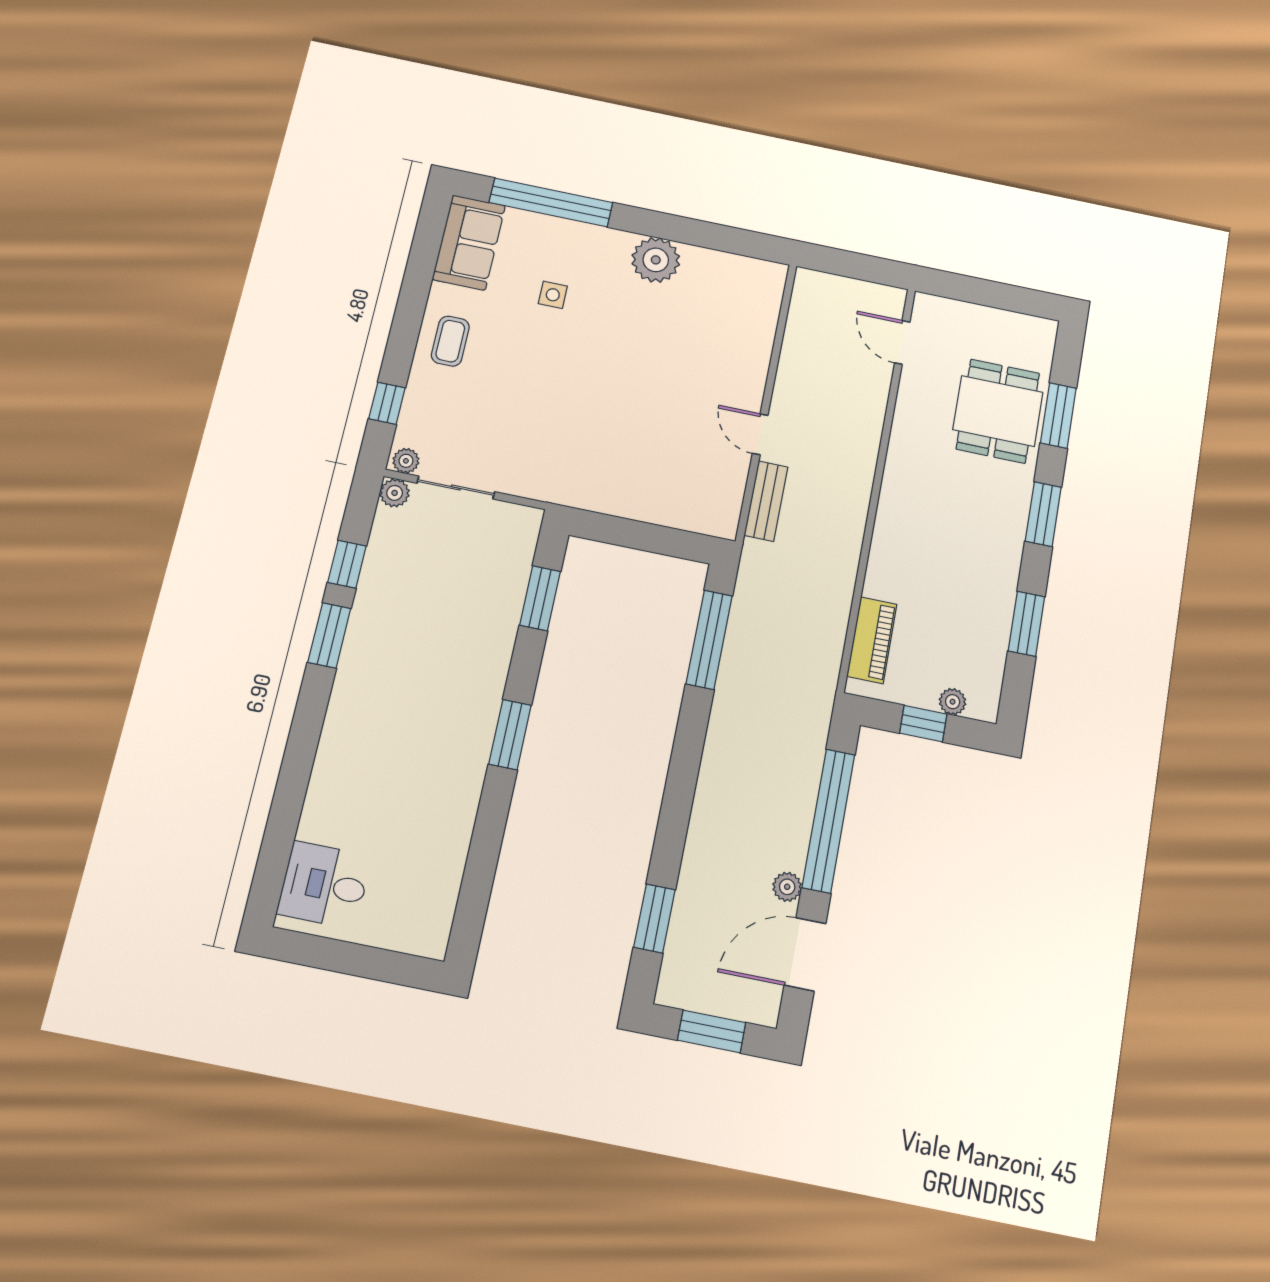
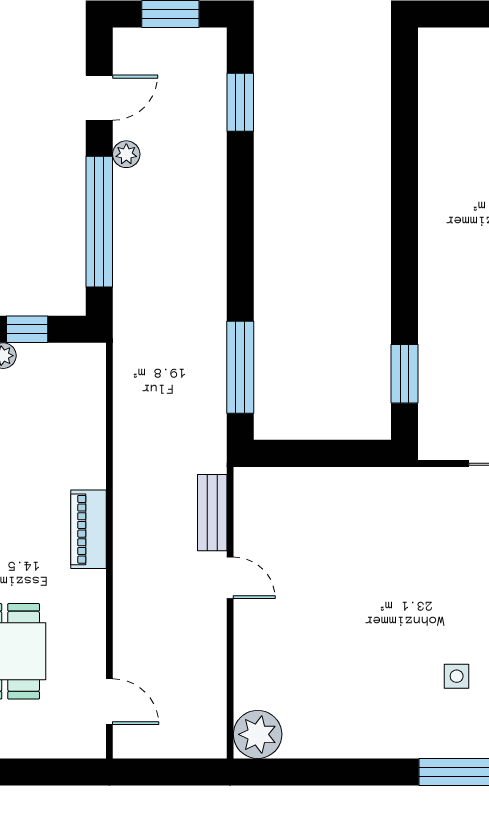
plant: (656, 260) -> (258, 734), moved
piano: (872, 640) -> (88, 529), moved
window: (510, 735) -> (405, 241), removed
door: (805, 954) -> (99, 98), width x0.73

